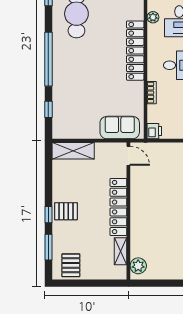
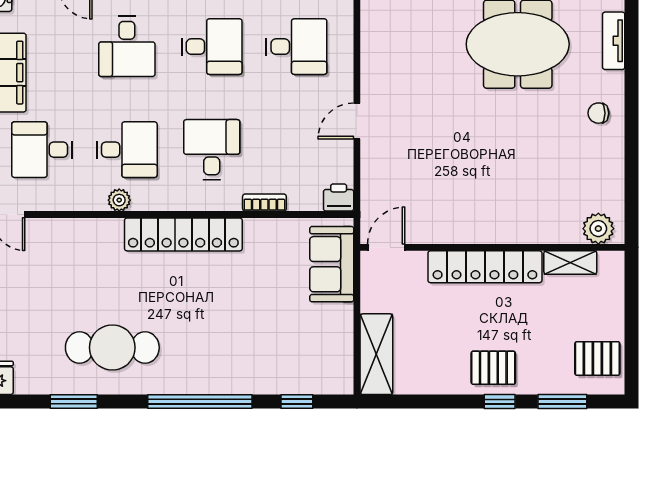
pallet: (66, 211) -> (493, 368), turned 90

